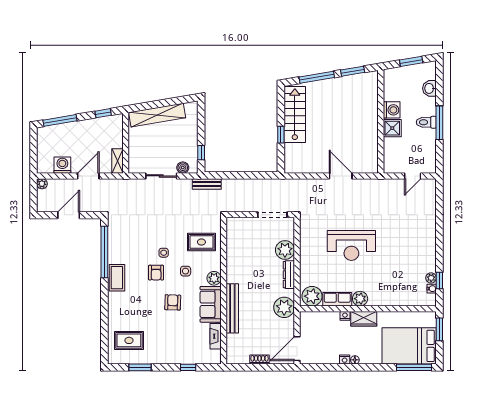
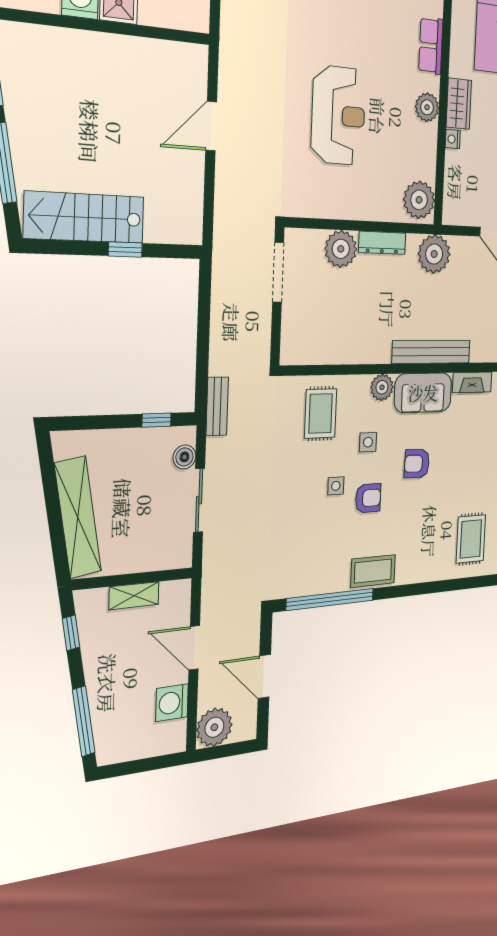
shelving: (117, 161) -> (134, 596), moved
plant: (42, 184) -> (214, 727), width x1.88, depth x1.88
row of seats: (337, 299) -> (431, 46), moved

